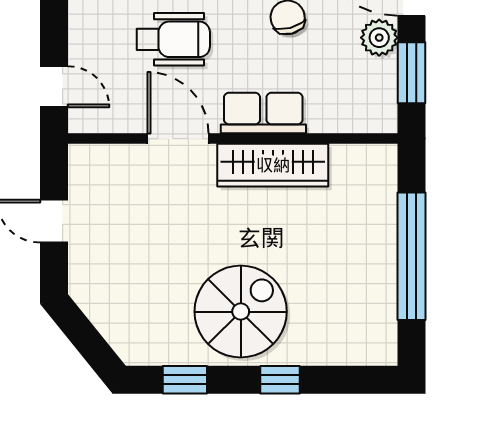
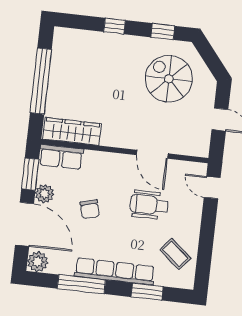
row of seats: (263, 113) -> (61, 157), moved
wardrobe: (273, 165) -> (72, 131), moved
spiral stairs: (241, 312) -> (169, 79), moved, turned 90

